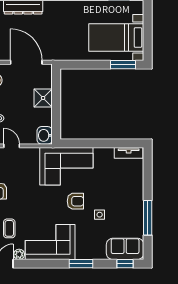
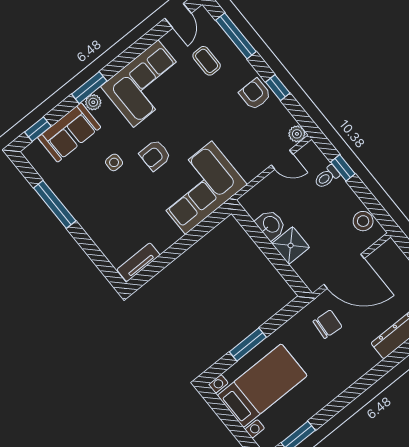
chair: (57, 42) -> (328, 324), added
window: (123, 65) -> (248, 345), moved
washbasin: (45, 135) -> (271, 225), moved
sofa: (125, 249) -> (69, 132), moved
plant: (19, 254) -> (93, 102), moved

